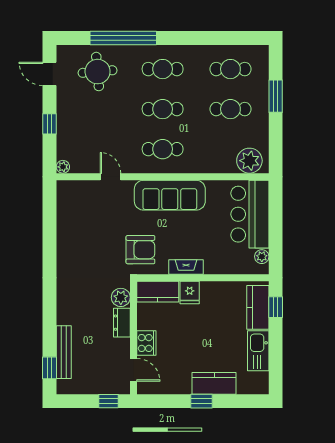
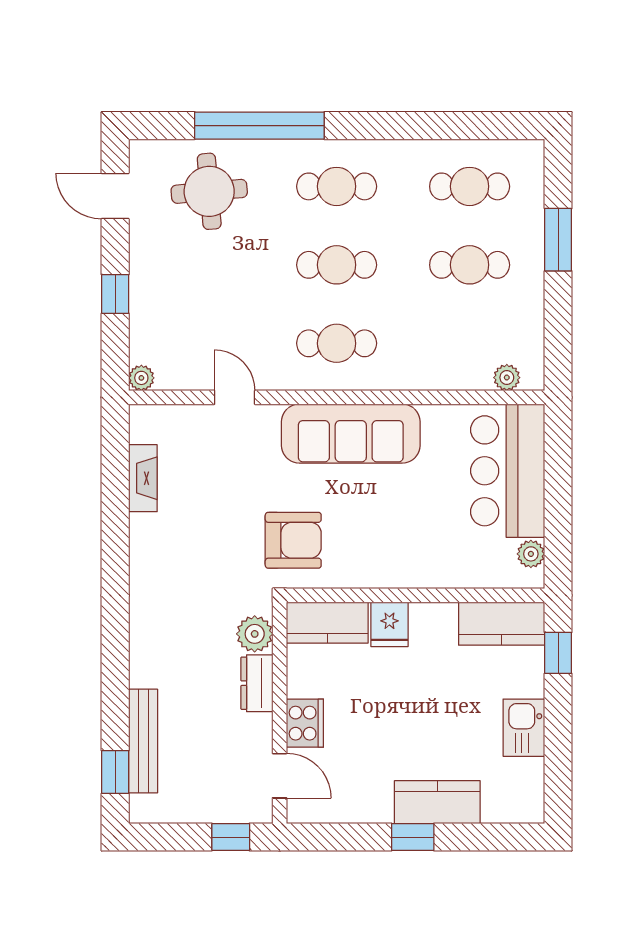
plant: (249, 161) -> (507, 378), width x0.53, depth x0.53
fireplace: (186, 267) -> (143, 478), moved, turned 90
kitchen counter: (258, 307) -> (502, 624), moved, turned -90
kitchen sink: (258, 351) -> (524, 728), width x0.73

